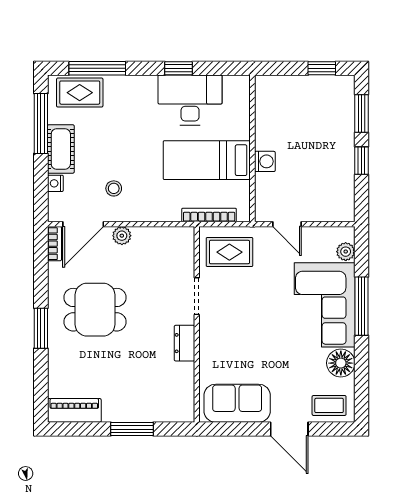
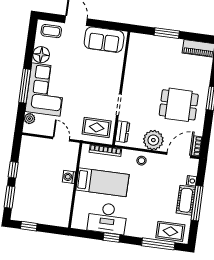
window: (41, 124) -> (197, 203), moved
stool: (114, 188) -> (142, 161), moved
plant: (122, 236) -> (153, 140), width x1.87, depth x1.87
dresser: (184, 343) -> (122, 132), moved

